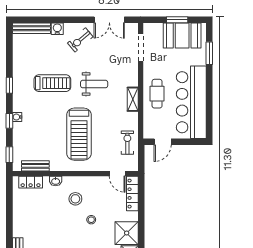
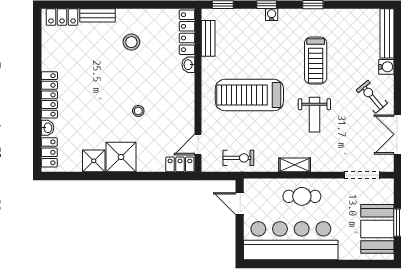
window: (209, 53) -> (354, 264), removed
locker: (31, 182) -> (187, 32), width x1.53
locker: (132, 194) -> (180, 164), width x0.66
stool: (75, 199) -> (131, 42), moved

